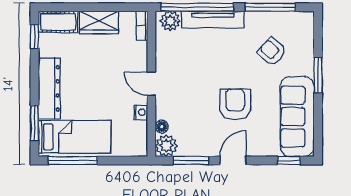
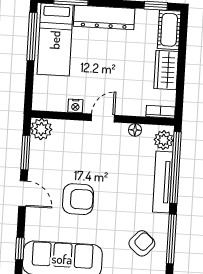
armchair: (272, 52) -> (142, 243), moved
floor lamp: (162, 127) -> (135, 130), moved

